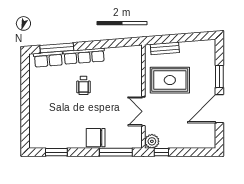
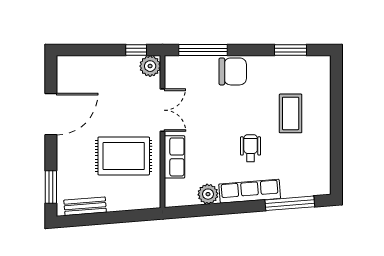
bench: (165, 48) -> (85, 206), moved
plant: (112, 54) -> (208, 194), added
row of seats: (48, 59) -> (174, 157), moved, turned 95
window: (219, 77) -> (51, 187), moved
coffee table: (56, 109) -> (291, 113), added

